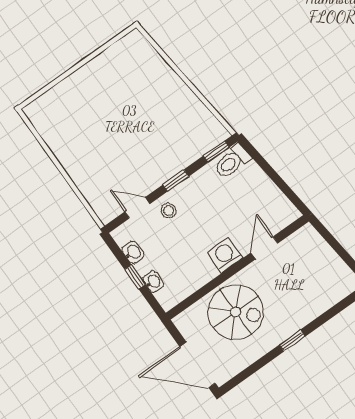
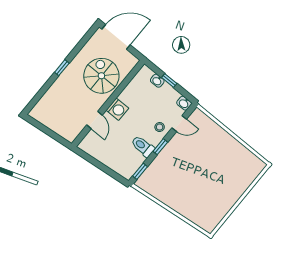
toilet: (232, 161) -> (143, 146), moved, turned -84
washbasin: (133, 252) -> (184, 103), moved
spiral stairs: (236, 312) -> (101, 76), turned 90

